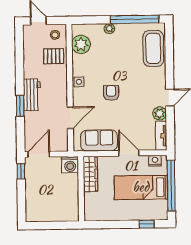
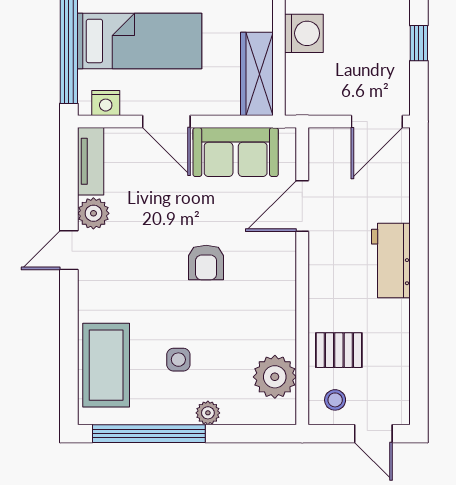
side table: (79, 82) -> (178, 360), moved
window: (20, 106) -> (419, 235), removed
washing machine: (70, 165) -> (304, 33), moved, turned 90
window: (21, 171) -> (419, 43), moved

